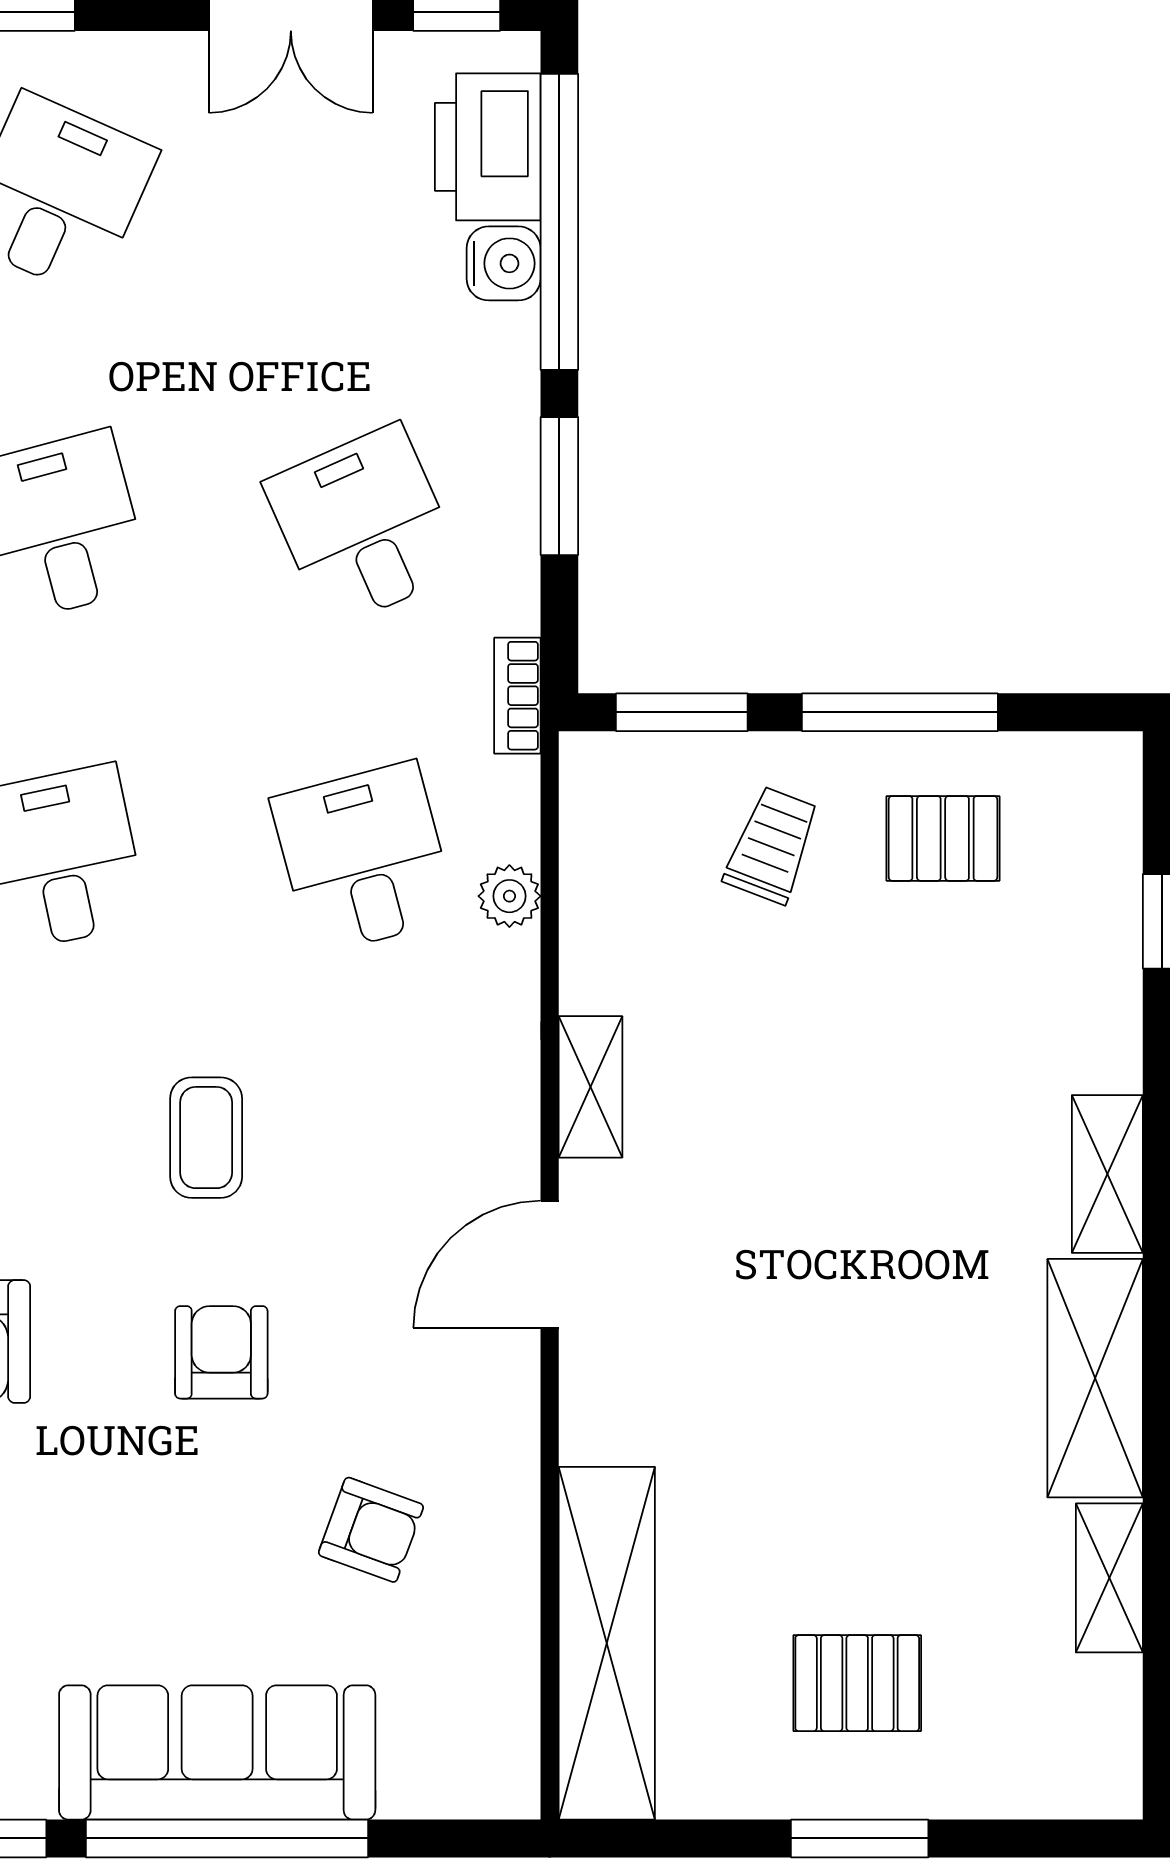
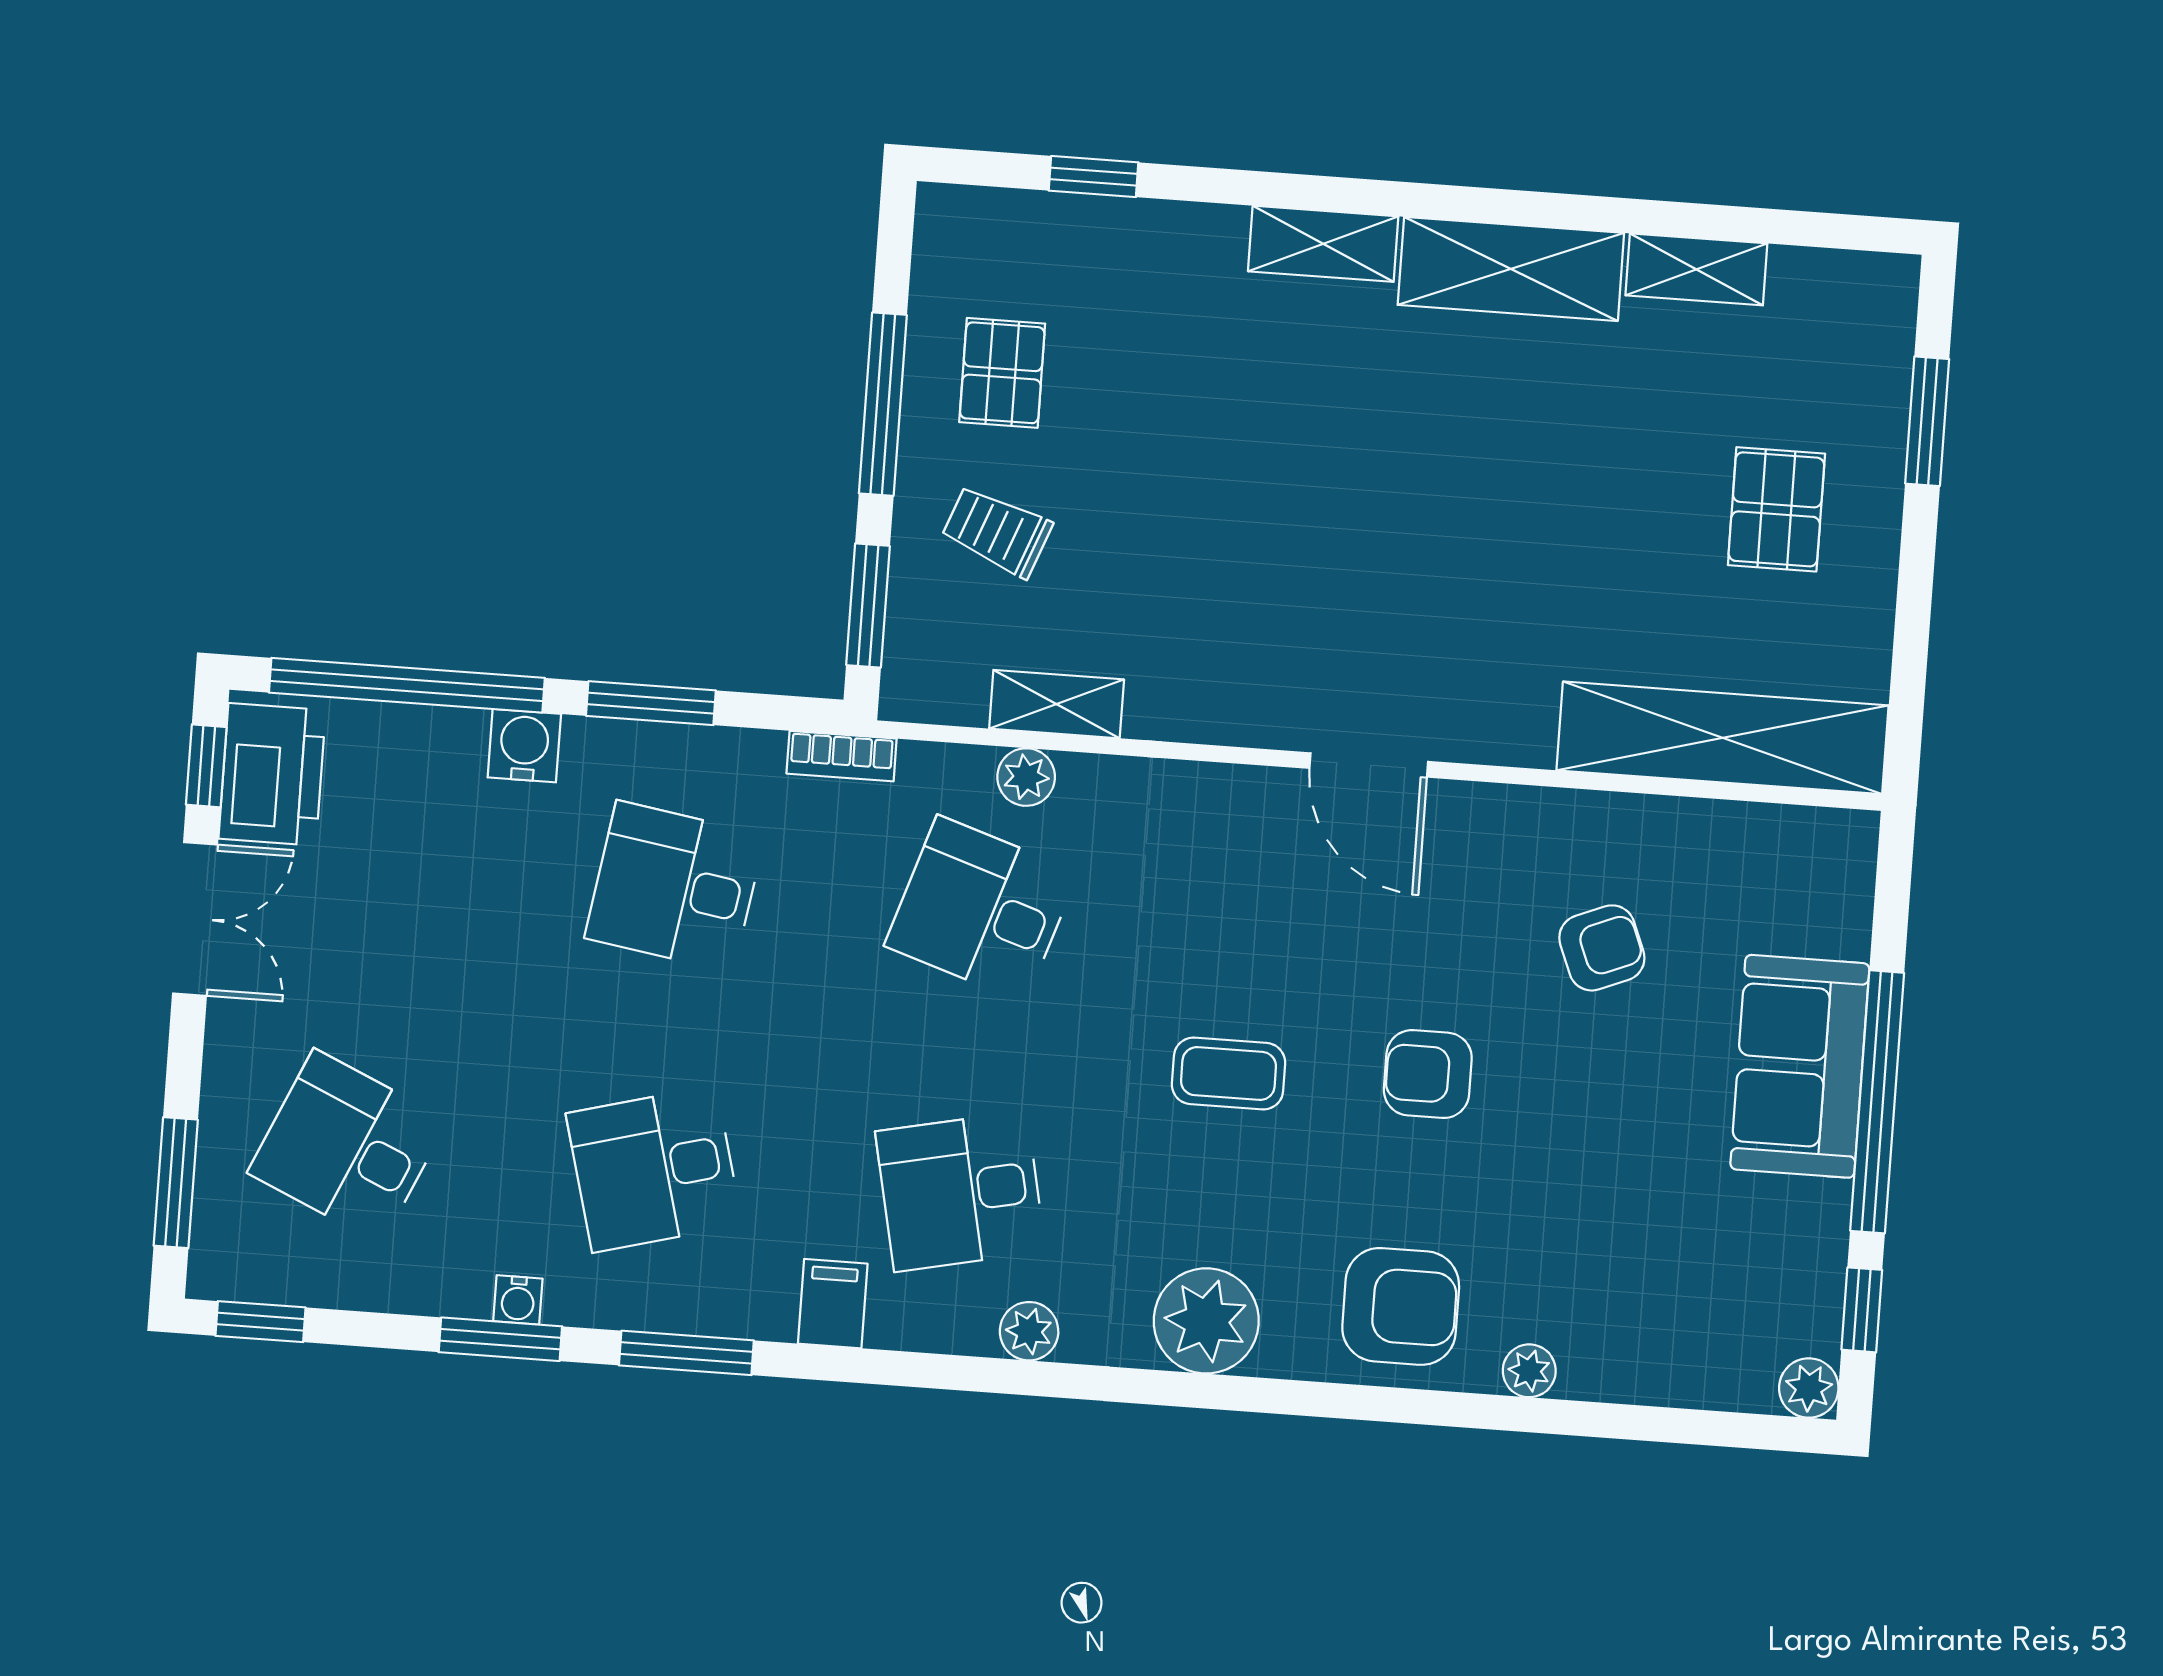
printer: (488, 147) -> (272, 774), moved, turned -90
water cooler: (504, 263) -> (524, 746), moved
desk: (364, 526) -> (675, 886), turned 33
desk: (364, 858) -> (981, 909), turned 33
shelving: (591, 1087) -> (1057, 704), moved
armchair: (371, 1530) -> (1602, 948), turned 48
sofa: (217, 1752) -> (1800, 1066), width x0.73
window: (860, 1838) -> (1927, 421), moved

